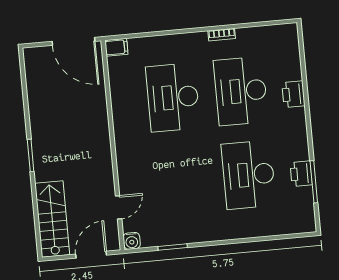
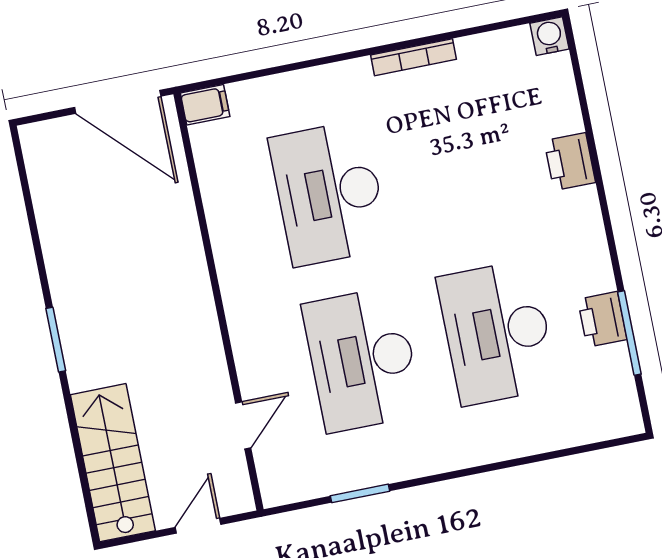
bookcase: (222, 35) -> (414, 57), width x1.56
desk: (241, 91) -> (362, 359), moved
water cooler: (132, 241) -> (549, 36), moved, turned 180
door: (91, 255) -> (198, 526), width x0.73

